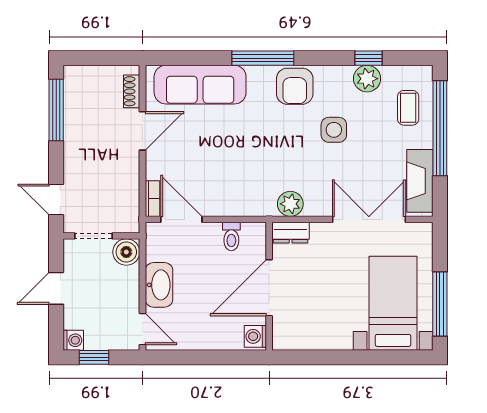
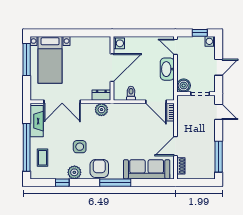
plant: (367, 79) -> (74, 172), moved

